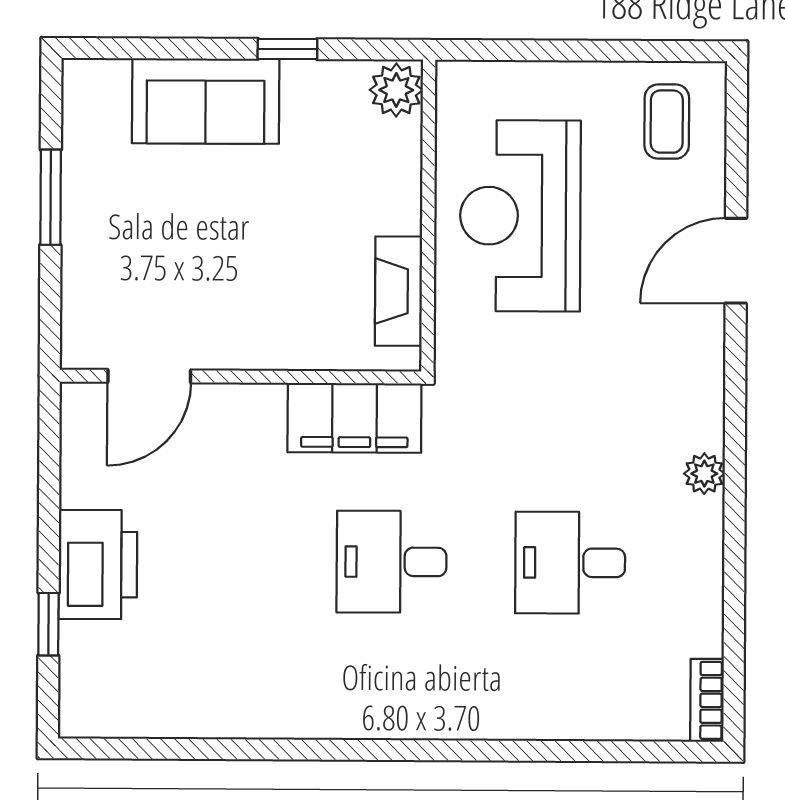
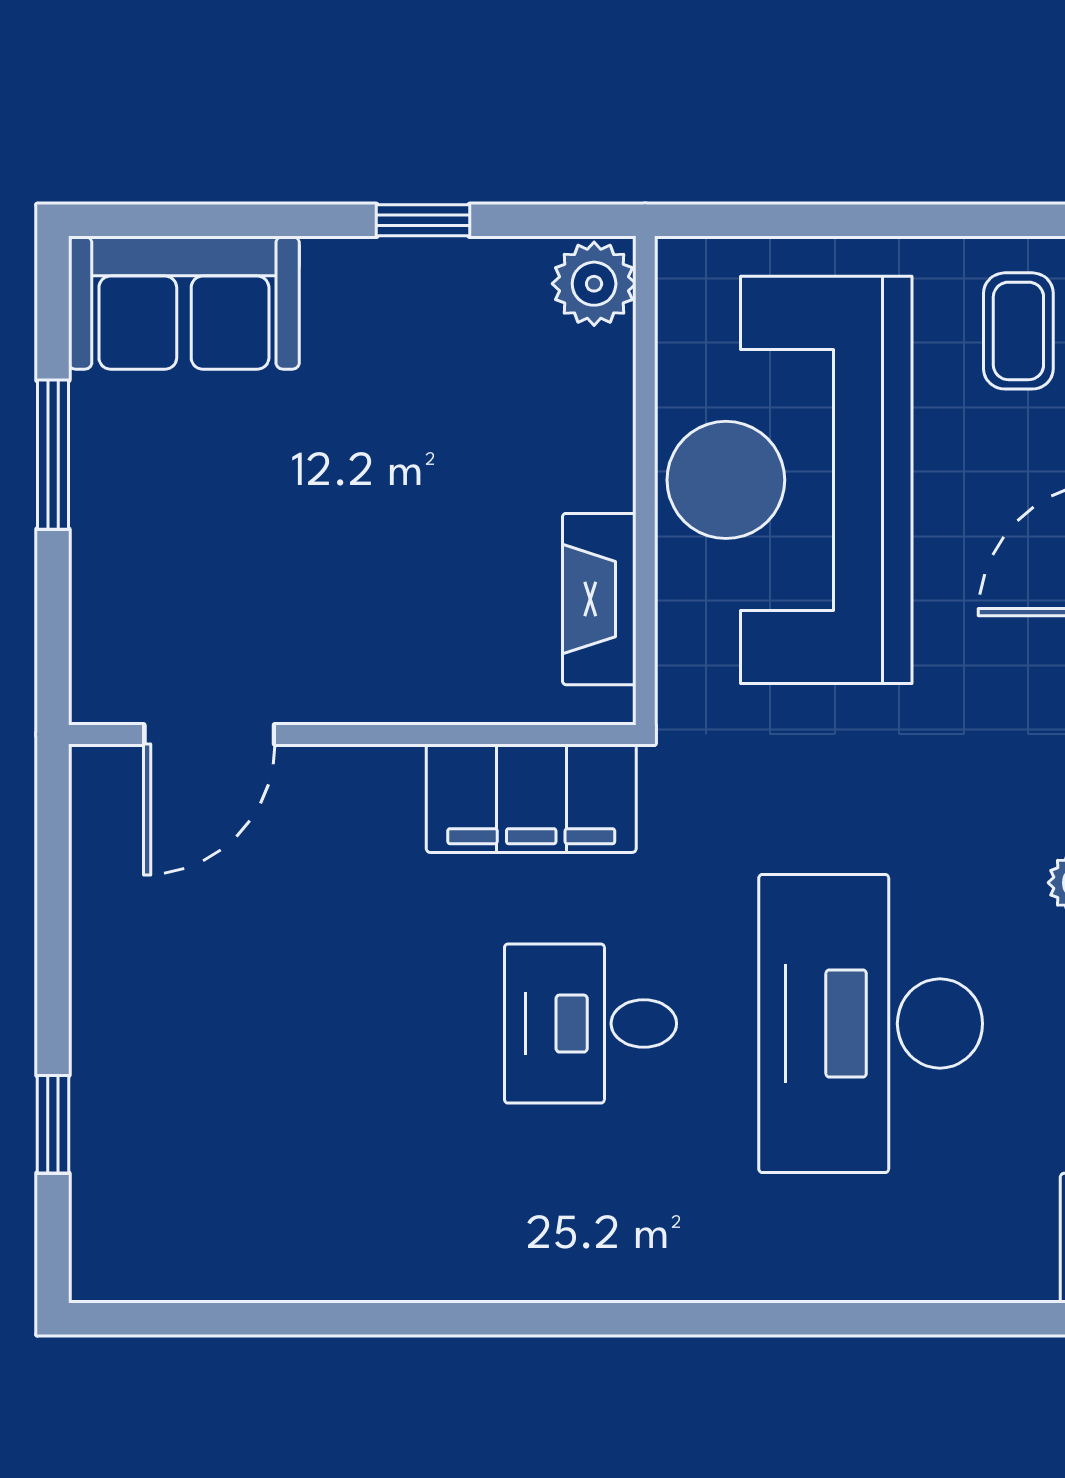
sofa: (206, 101) -> (184, 303), moved
reception desk: (520, 216) -> (790, 480), width x1.36, depth x1.30
desk: (570, 563) -> (871, 1024), width x1.87, depth x1.30
printer: (98, 565) -> (130, 1030), removed

